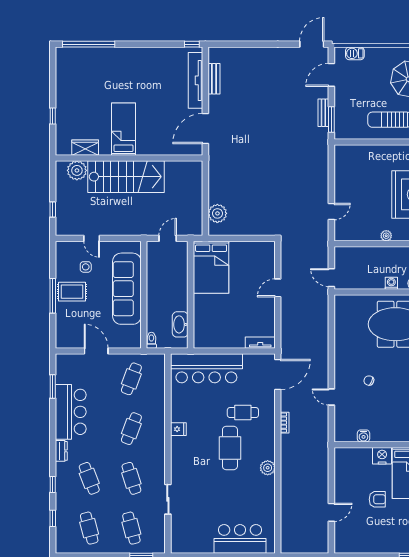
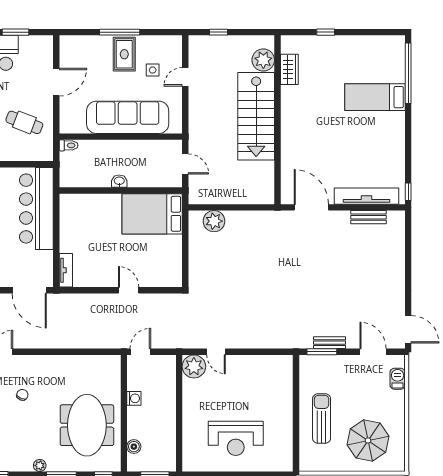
bed: (124, 129) -> (375, 97), moved, turned 180
plant: (386, 236) -> (194, 366), moved, width x1.87, depth x1.87
washing machine: (391, 283) -> (134, 398), moved
washbasin: (180, 324) -> (119, 181), moved, width x0.52, depth x0.69

